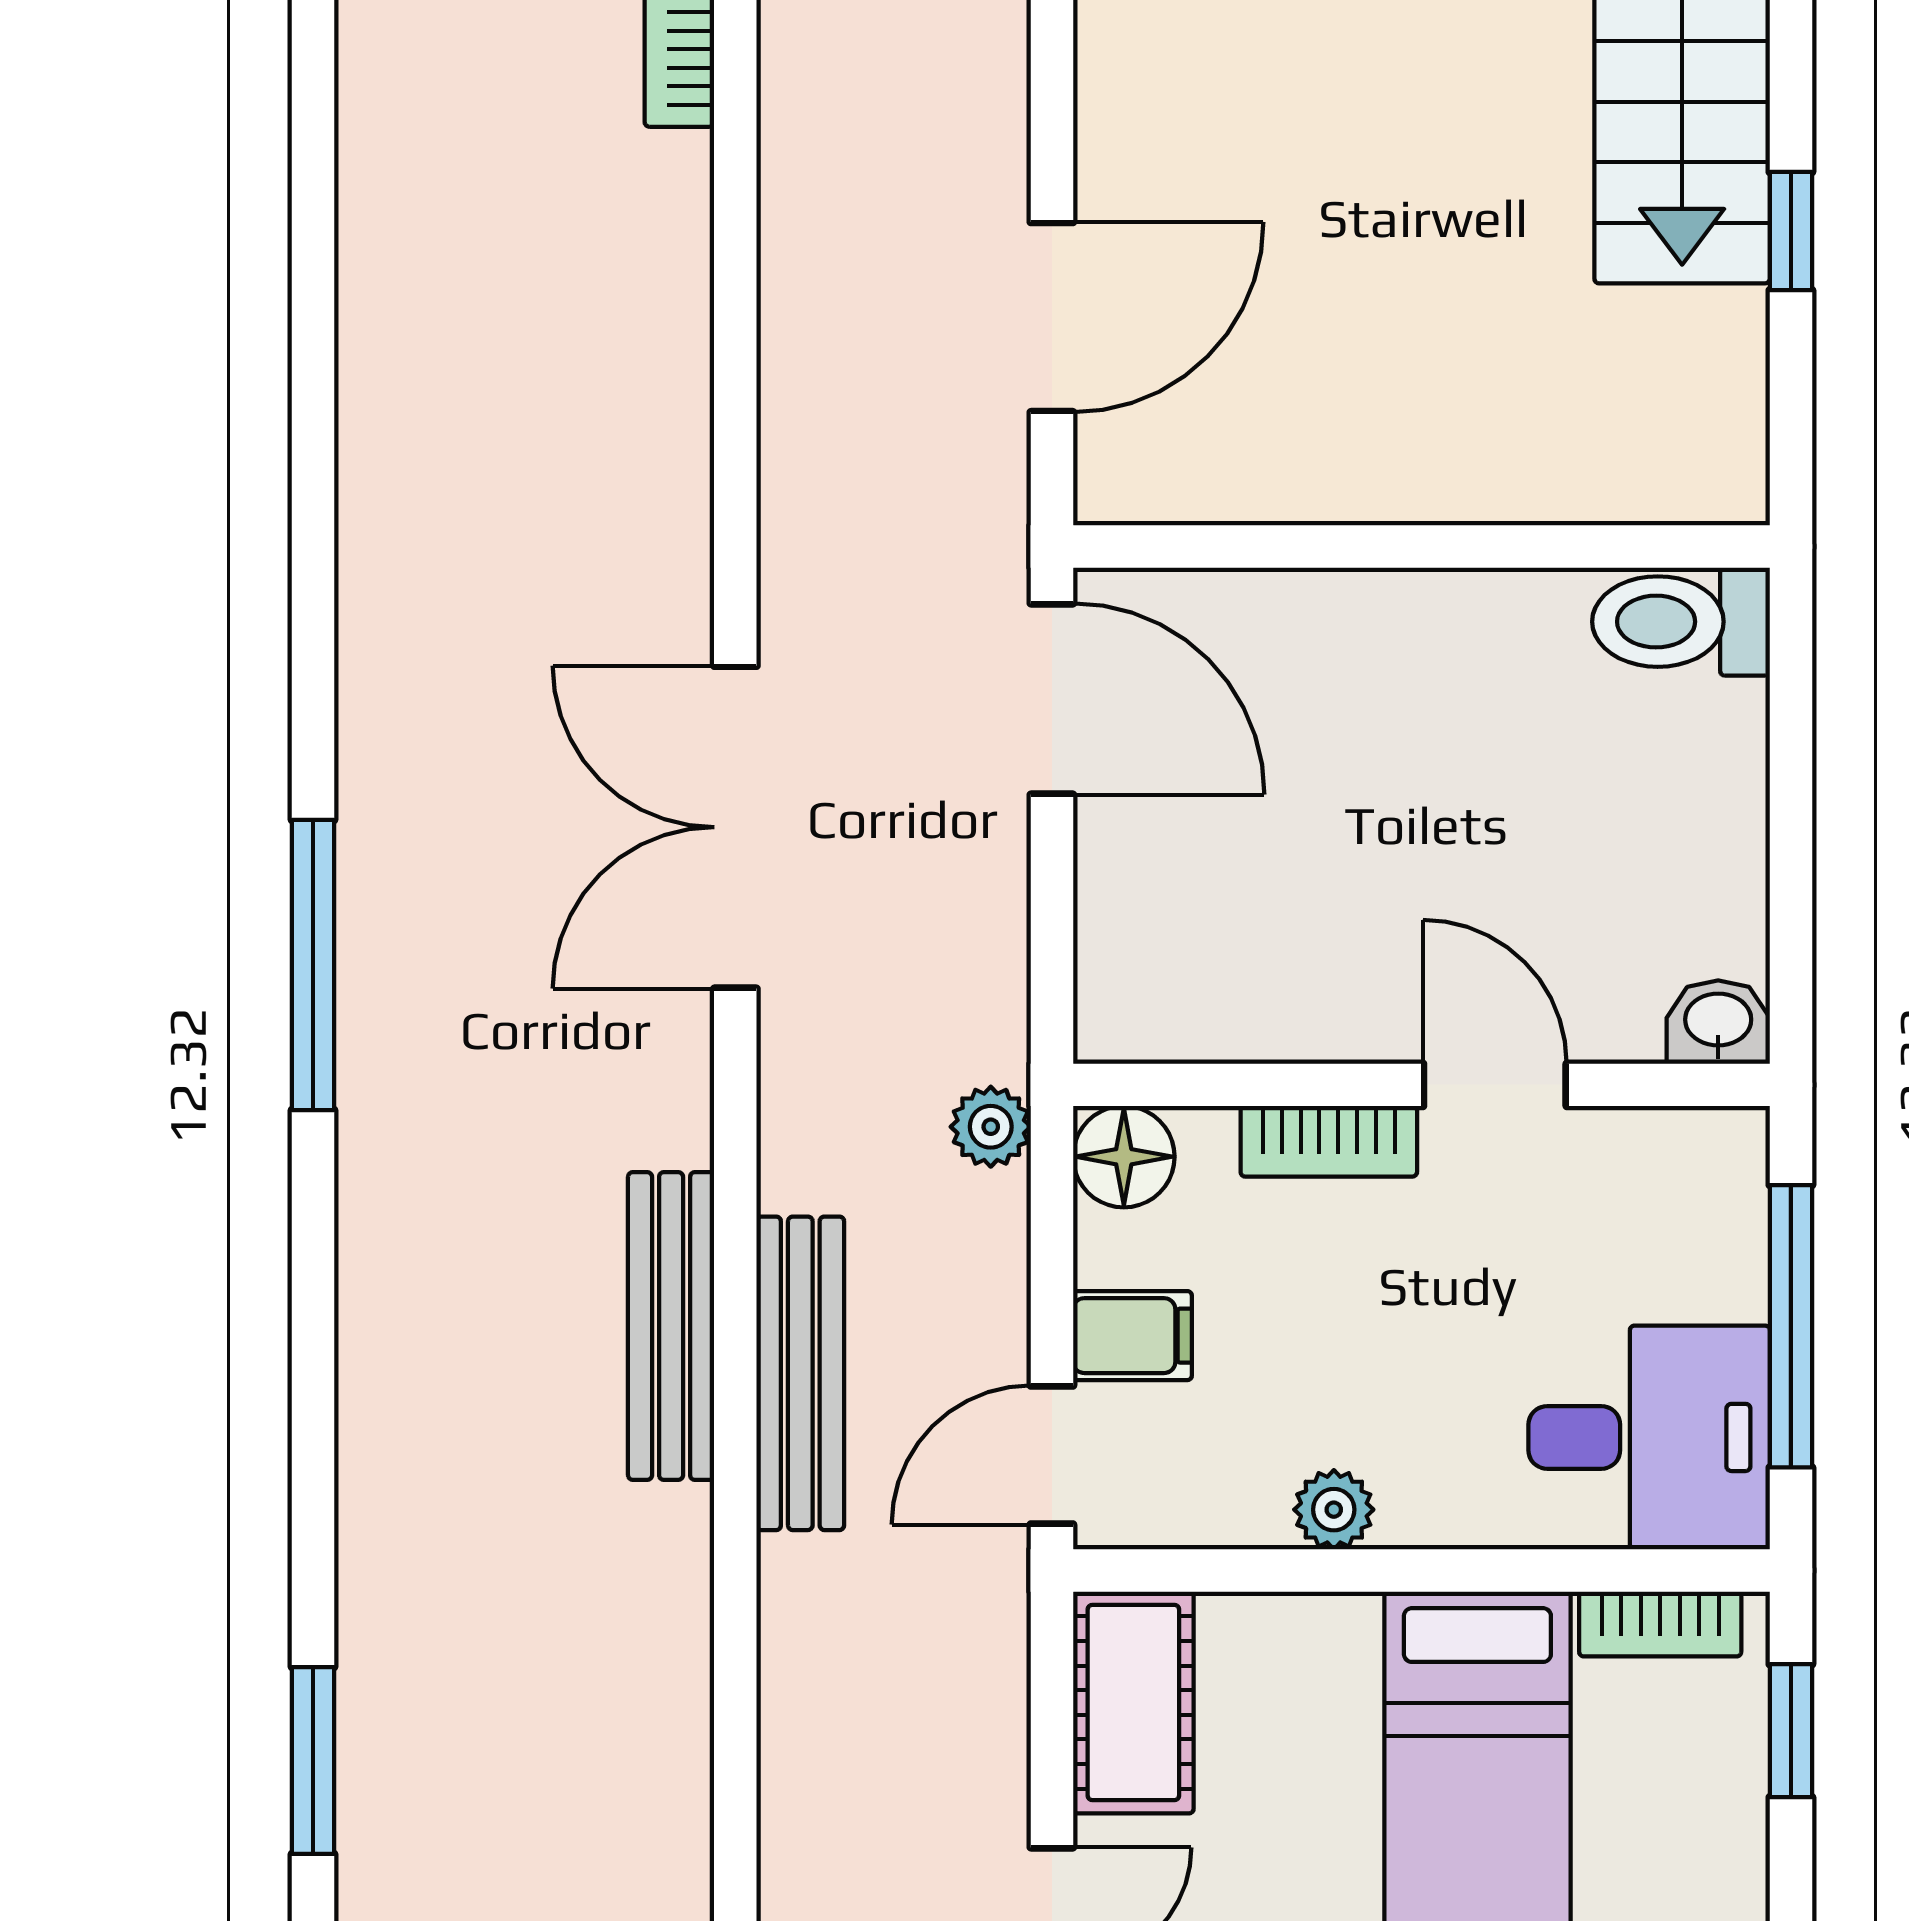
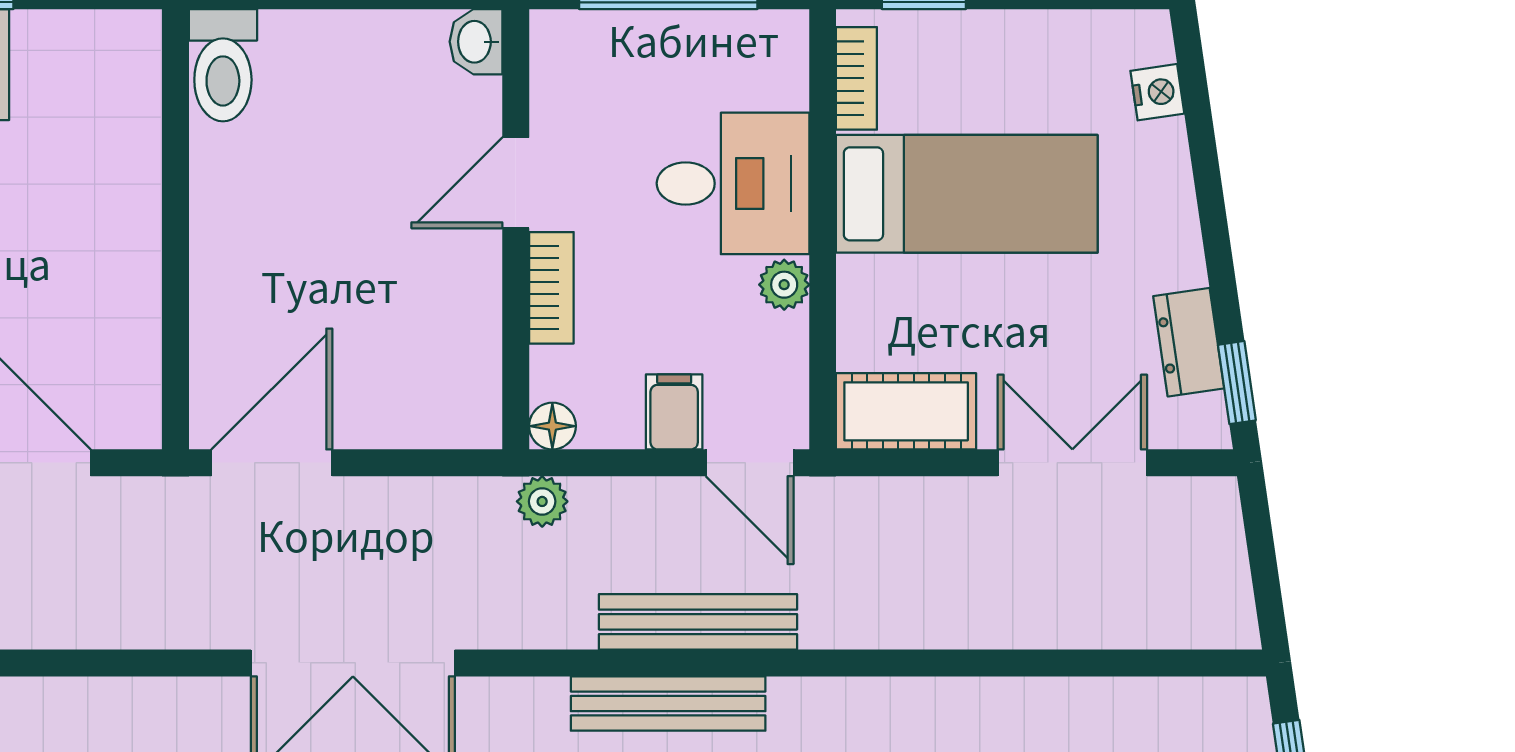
floor lamp: (1124, 1157) -> (552, 426), width x0.73, depth x0.73
desk: (1649, 1437) -> (733, 183), moved, turned 90

